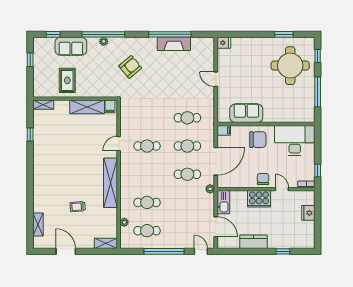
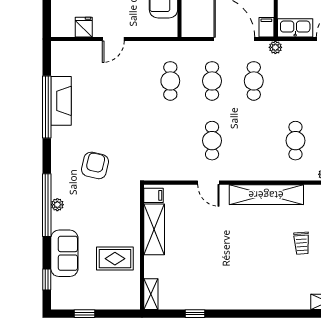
fridge: (224, 43) -> (84, 27), moved
armchair: (130, 67) -> (95, 165), turned 53
filing cabinet: (224, 130) -> (266, 27), moved

